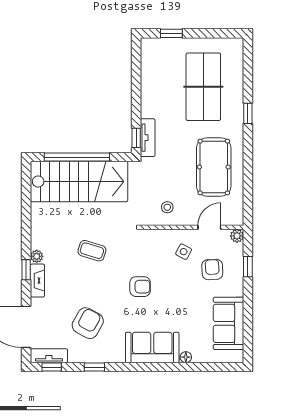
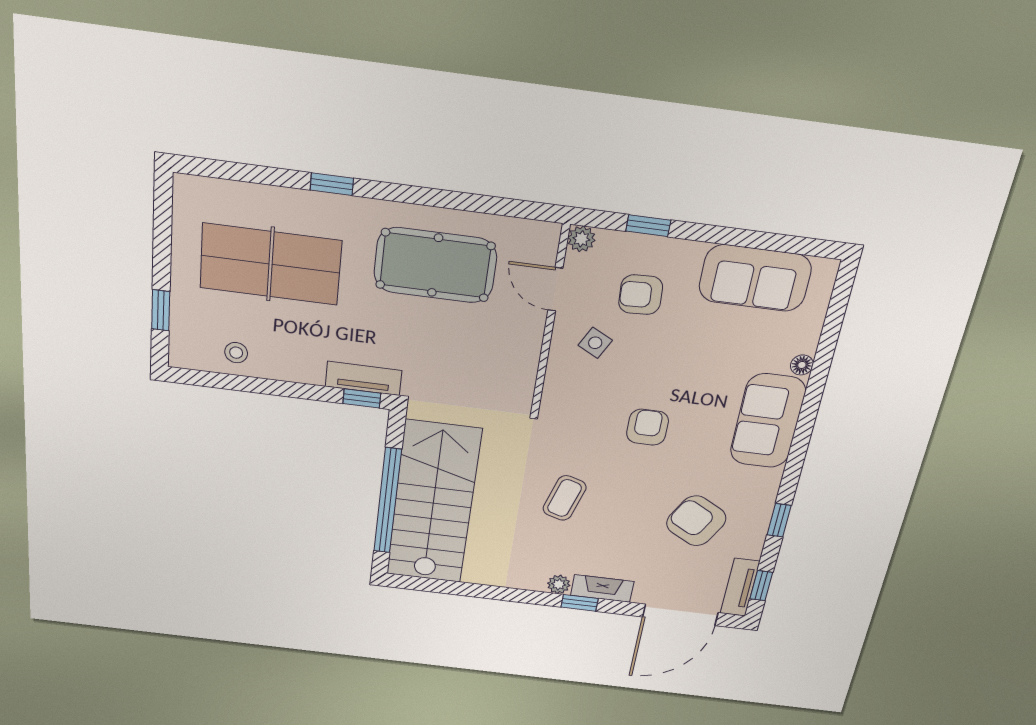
stool: (167, 207) -> (236, 353), moved

